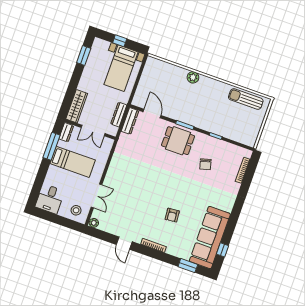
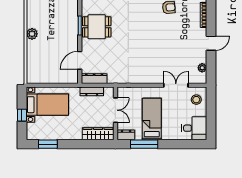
dining table: (178, 141) -> (97, 27), turned 90
plant: (94, 223) -> (202, 68), moved

